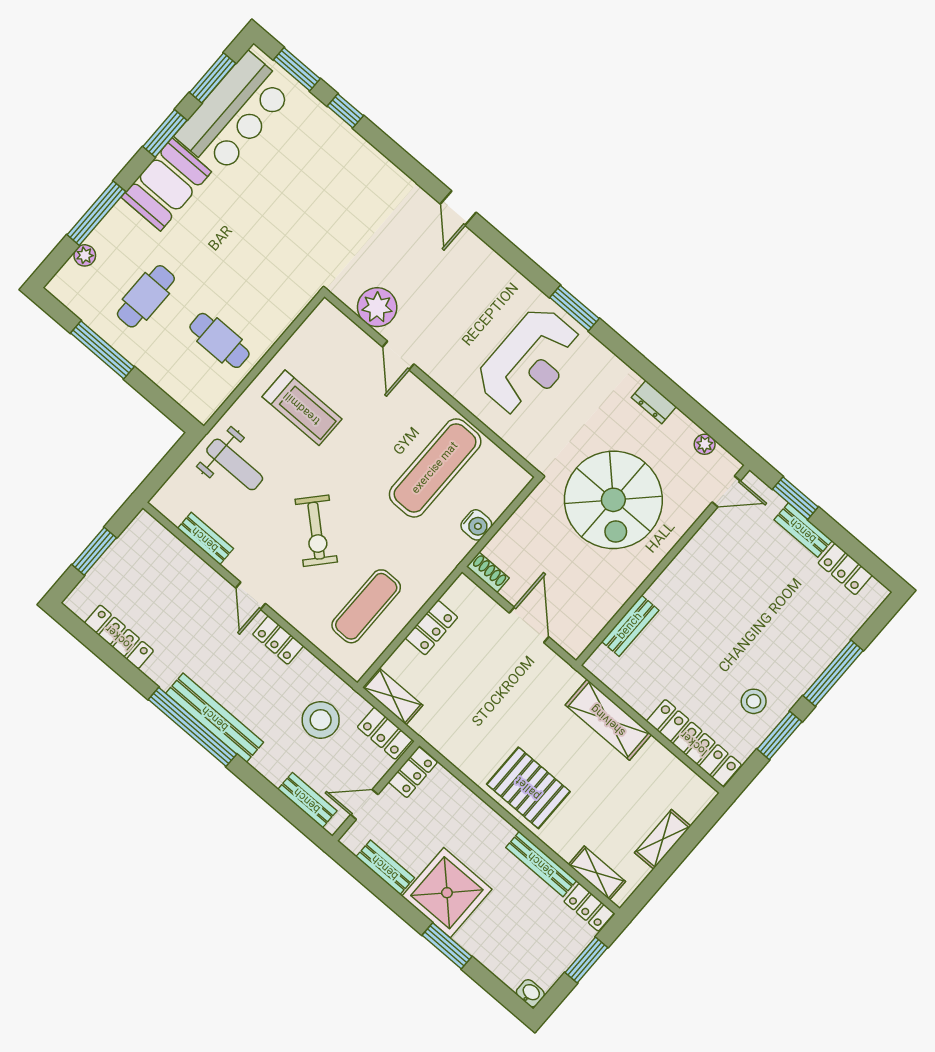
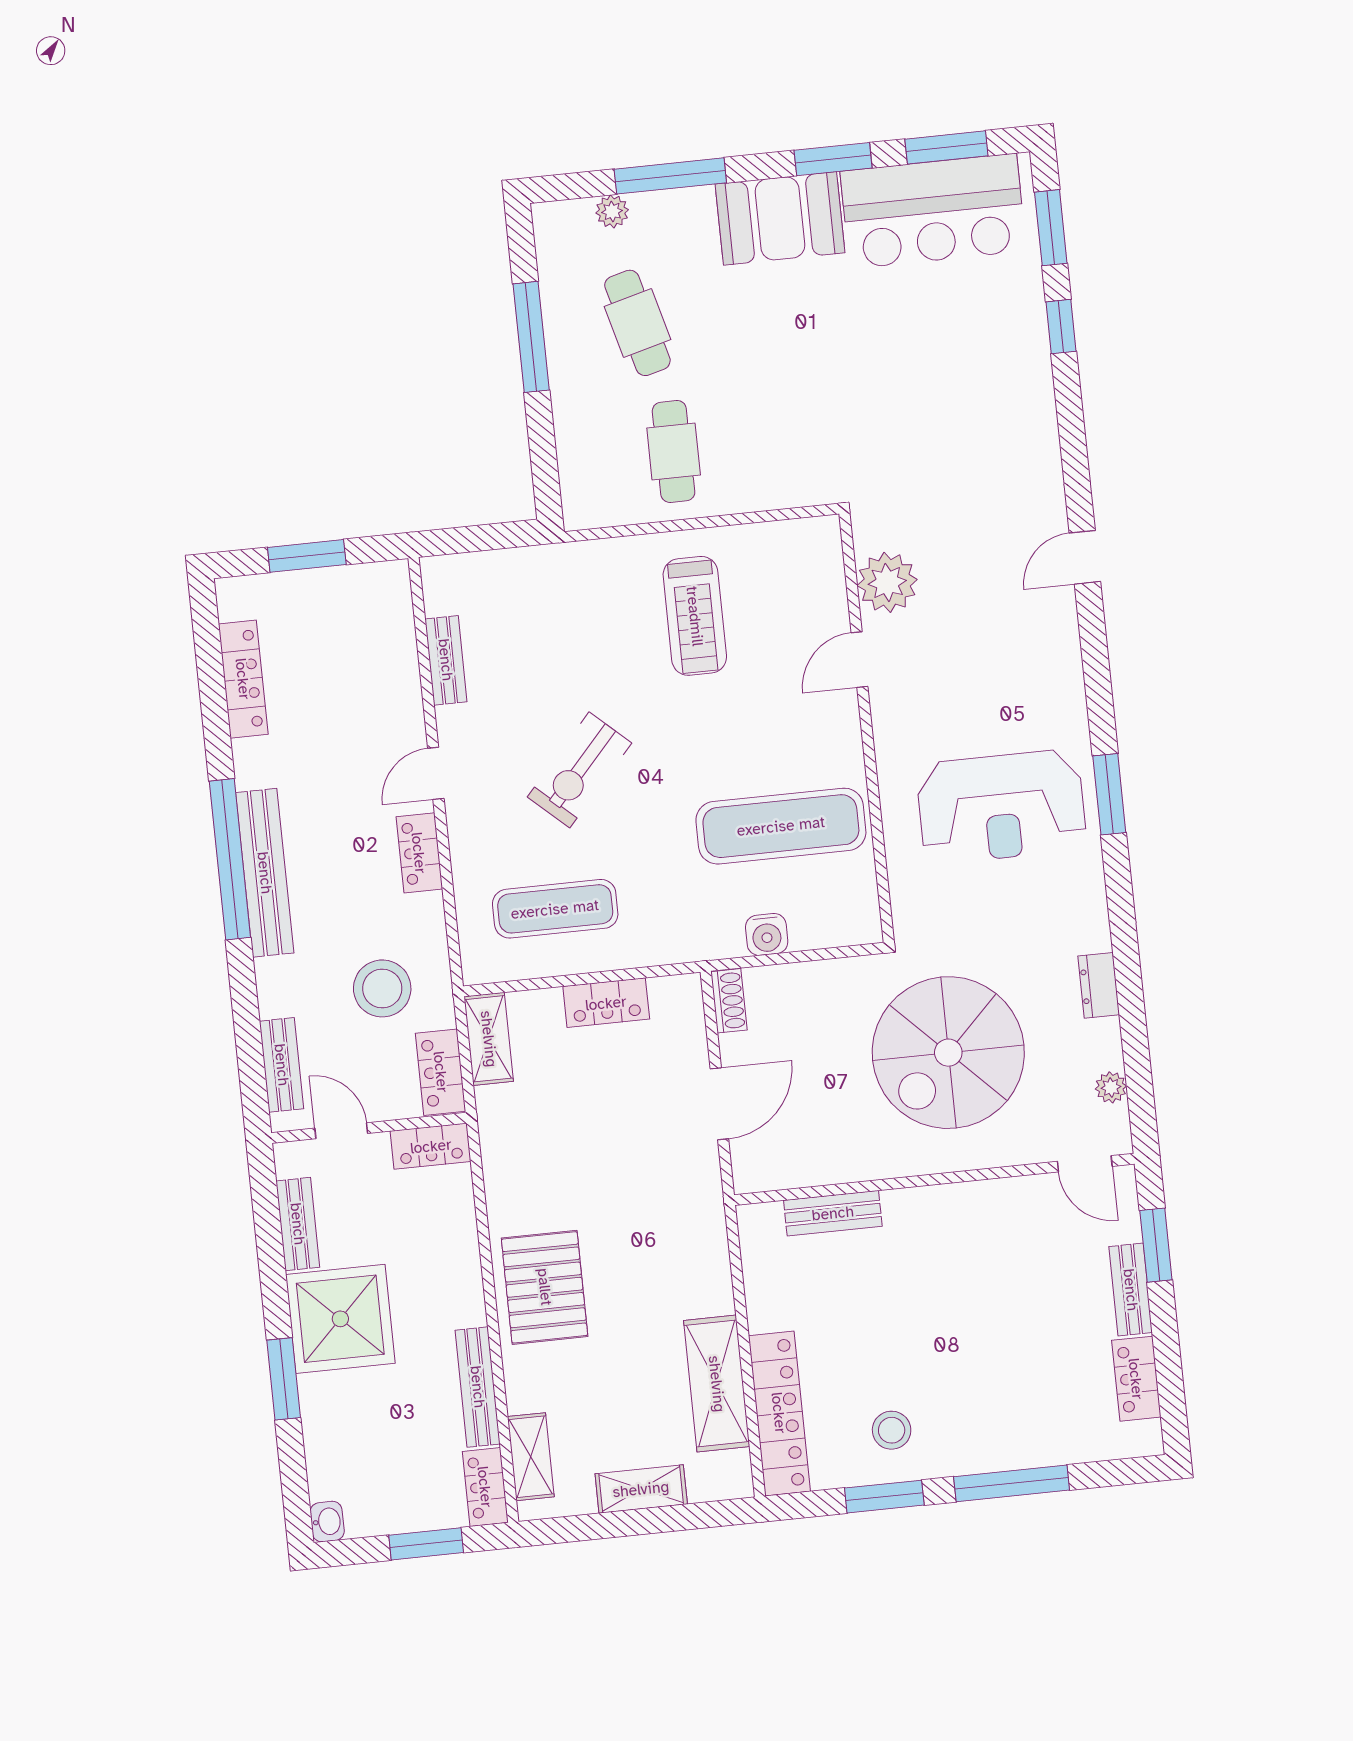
cafe table: (146, 296) -> (637, 323), turned 75
weight bench: (235, 464) -> (558, 608), removed
shelving: (608, 720) -> (717, 1384), moved

